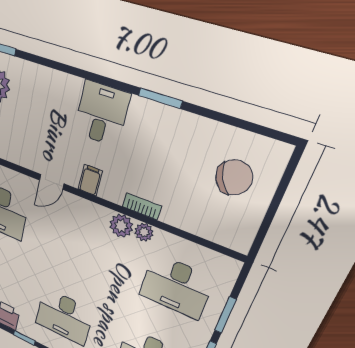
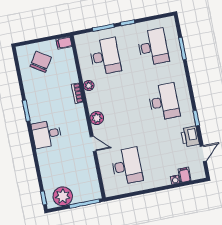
chair: (234, 177) -> (41, 62), turned 60
filing cabinet: (90, 180) -> (64, 43), moved
plant: (121, 226) -> (97, 118), moved

